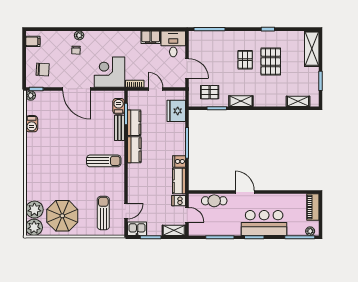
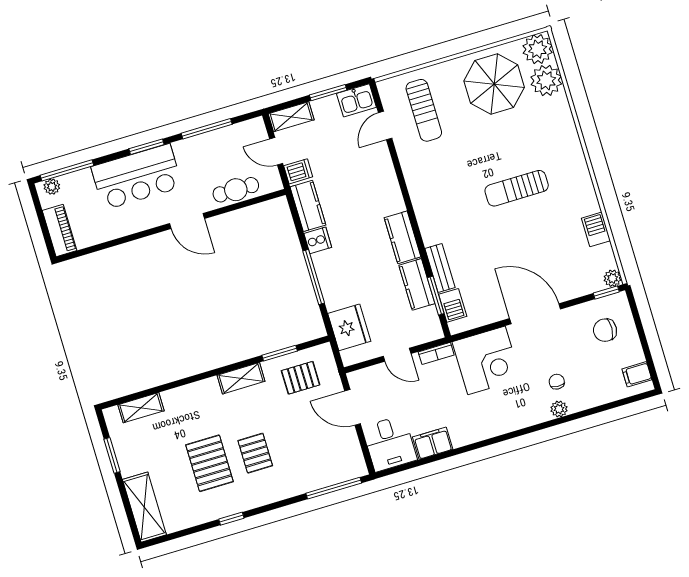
sun lounger: (104, 161) -> (517, 188), moved

